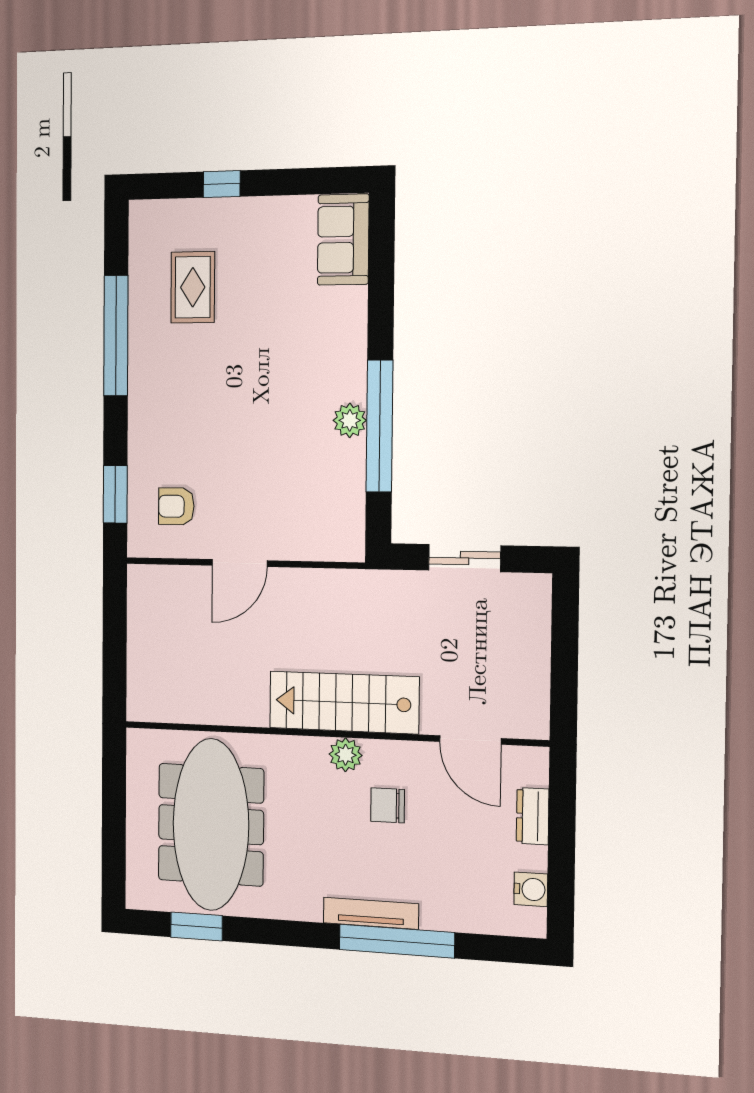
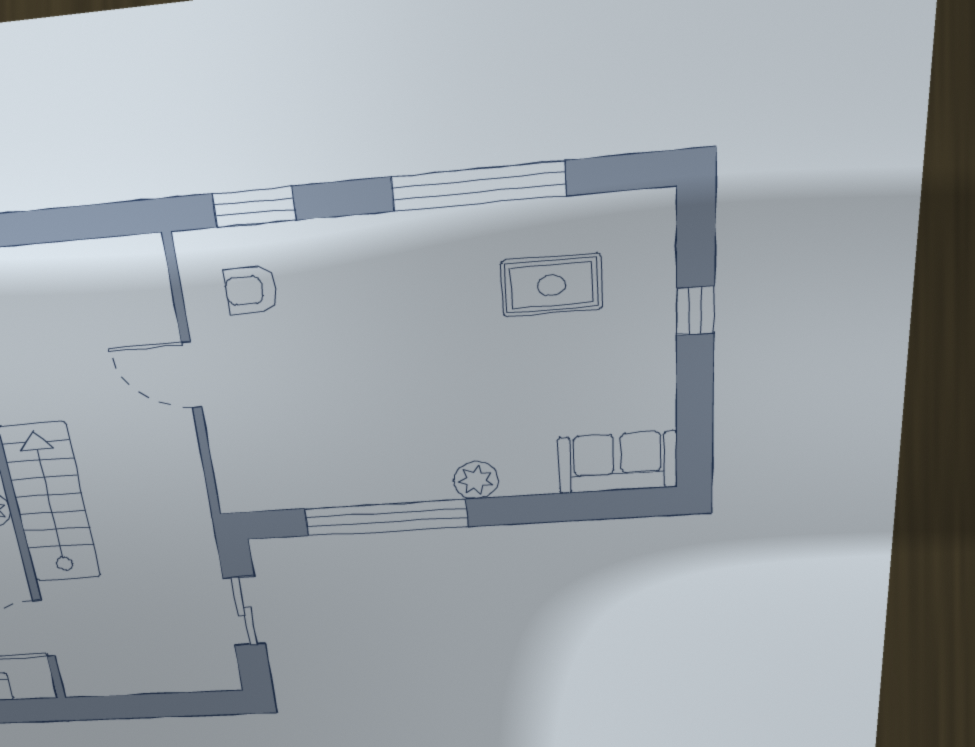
plant: (350, 420) -> (476, 480), moved
armchair: (176, 506) -> (251, 290), turned -90

